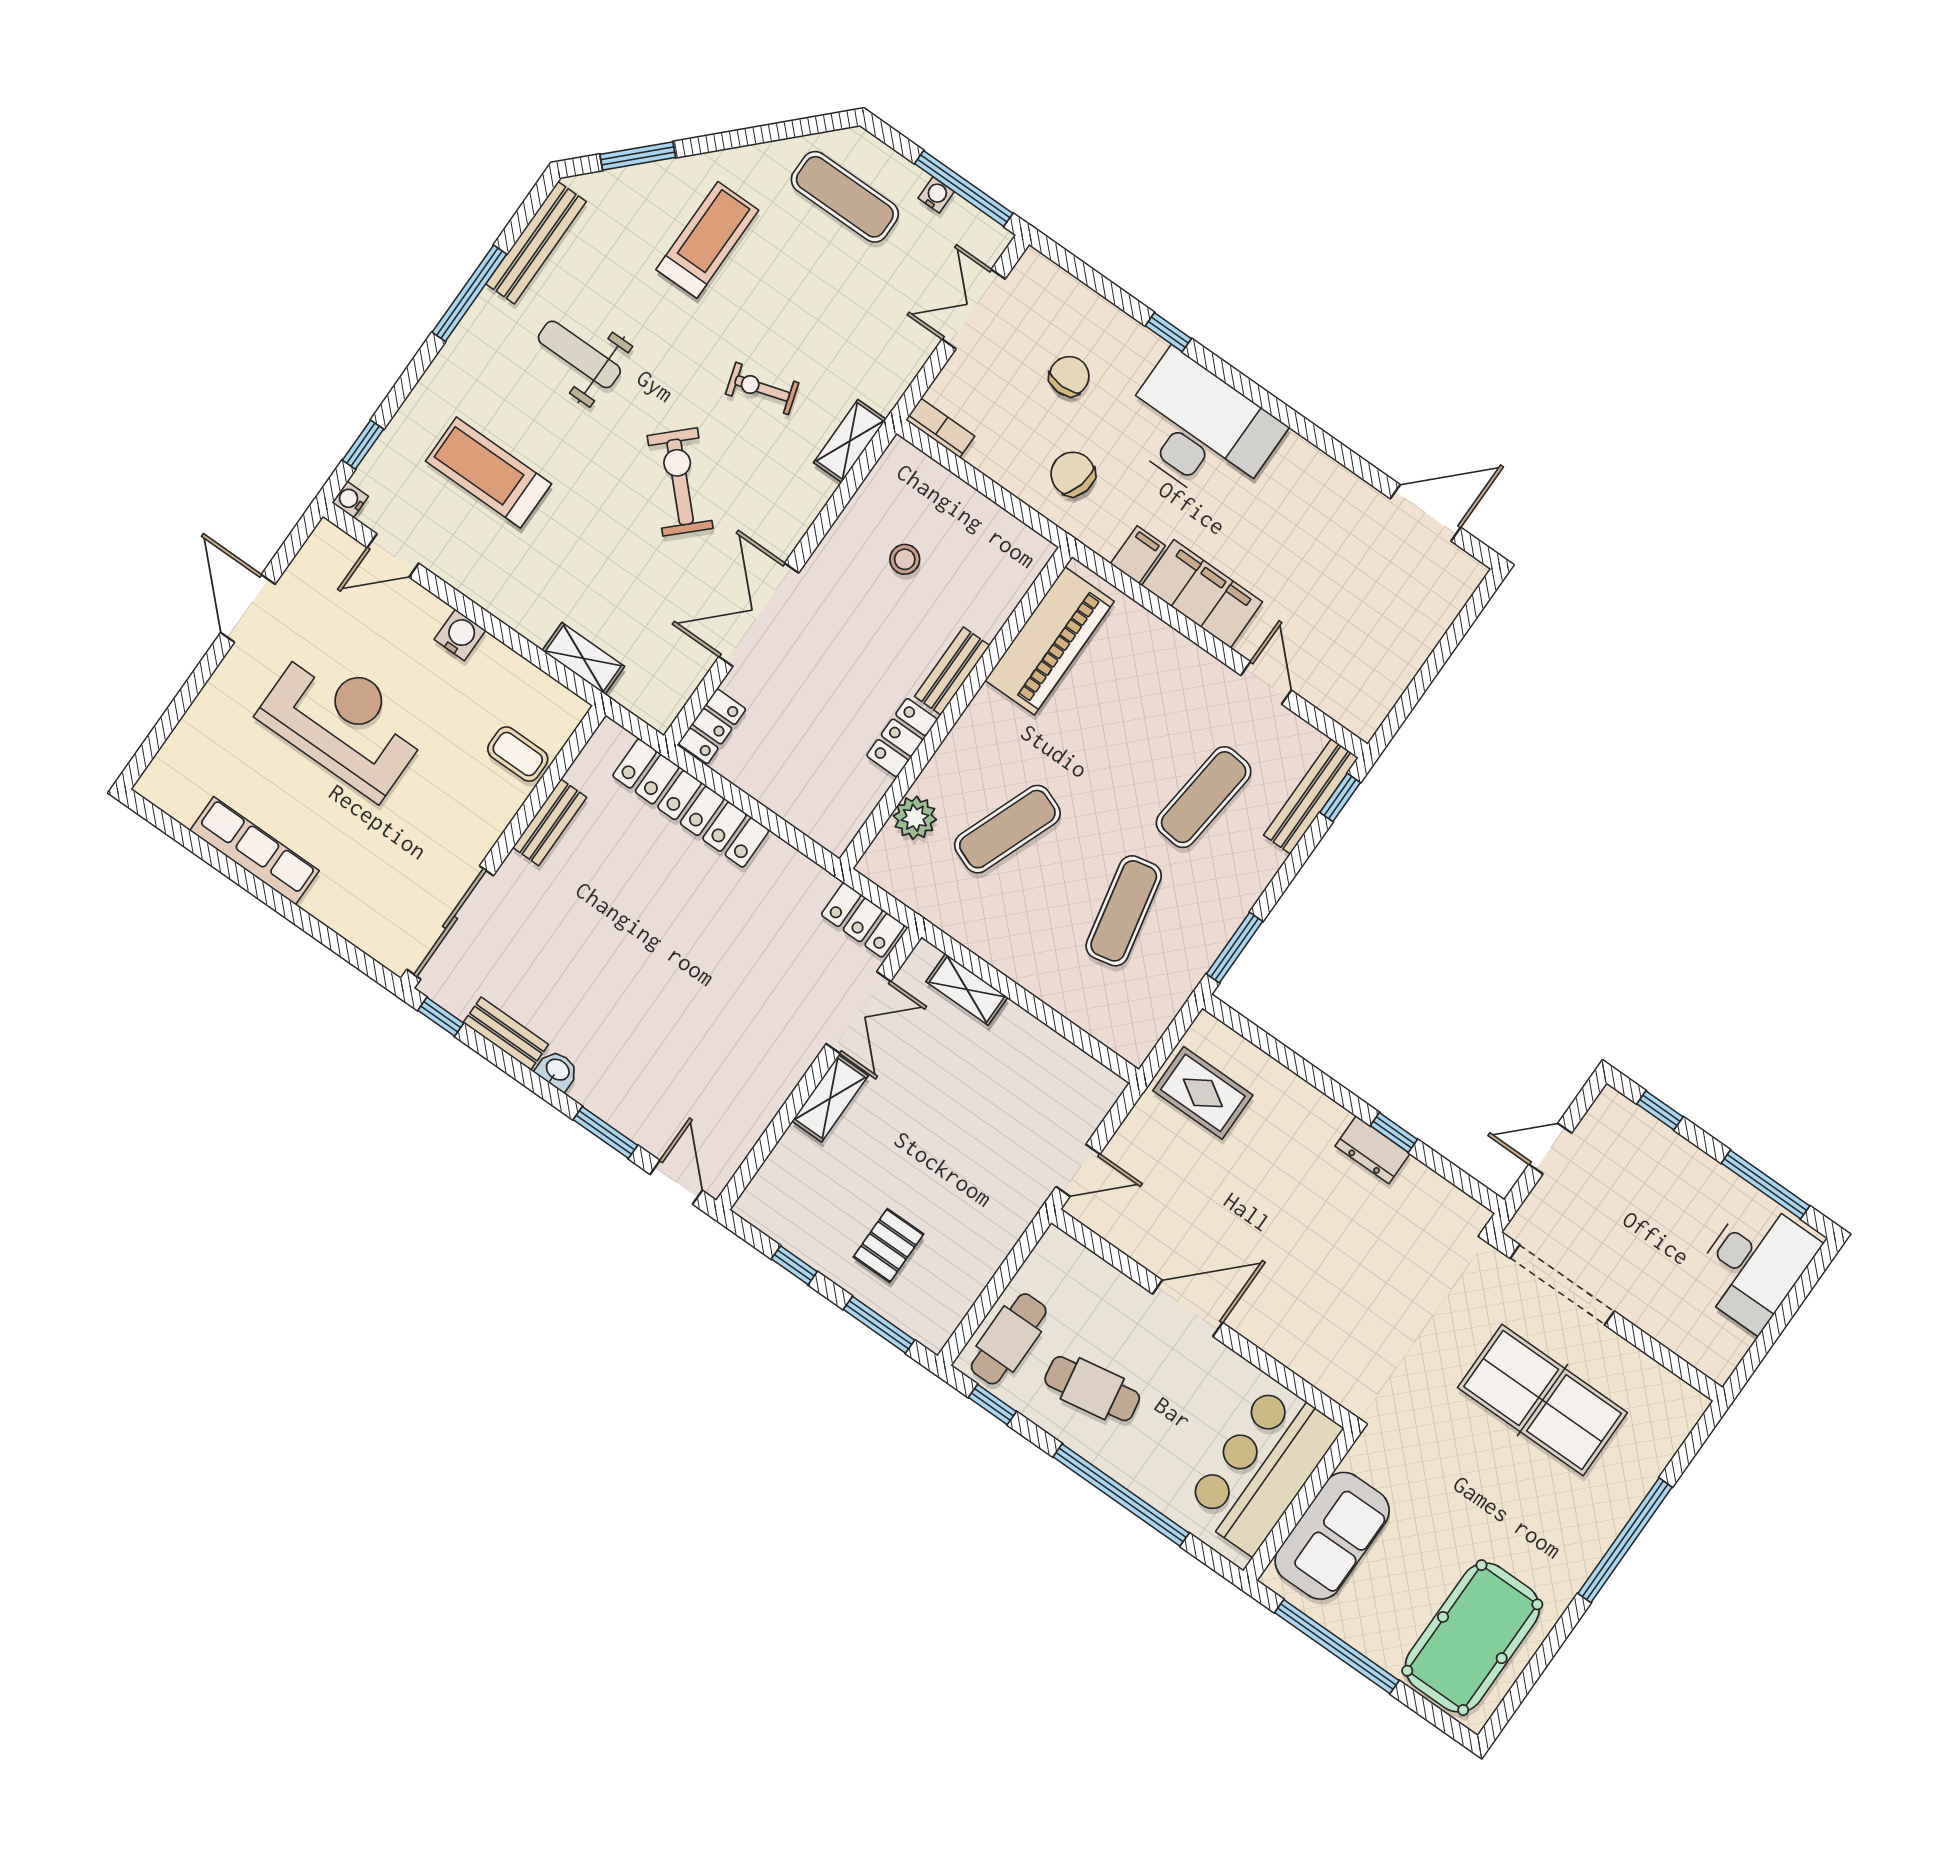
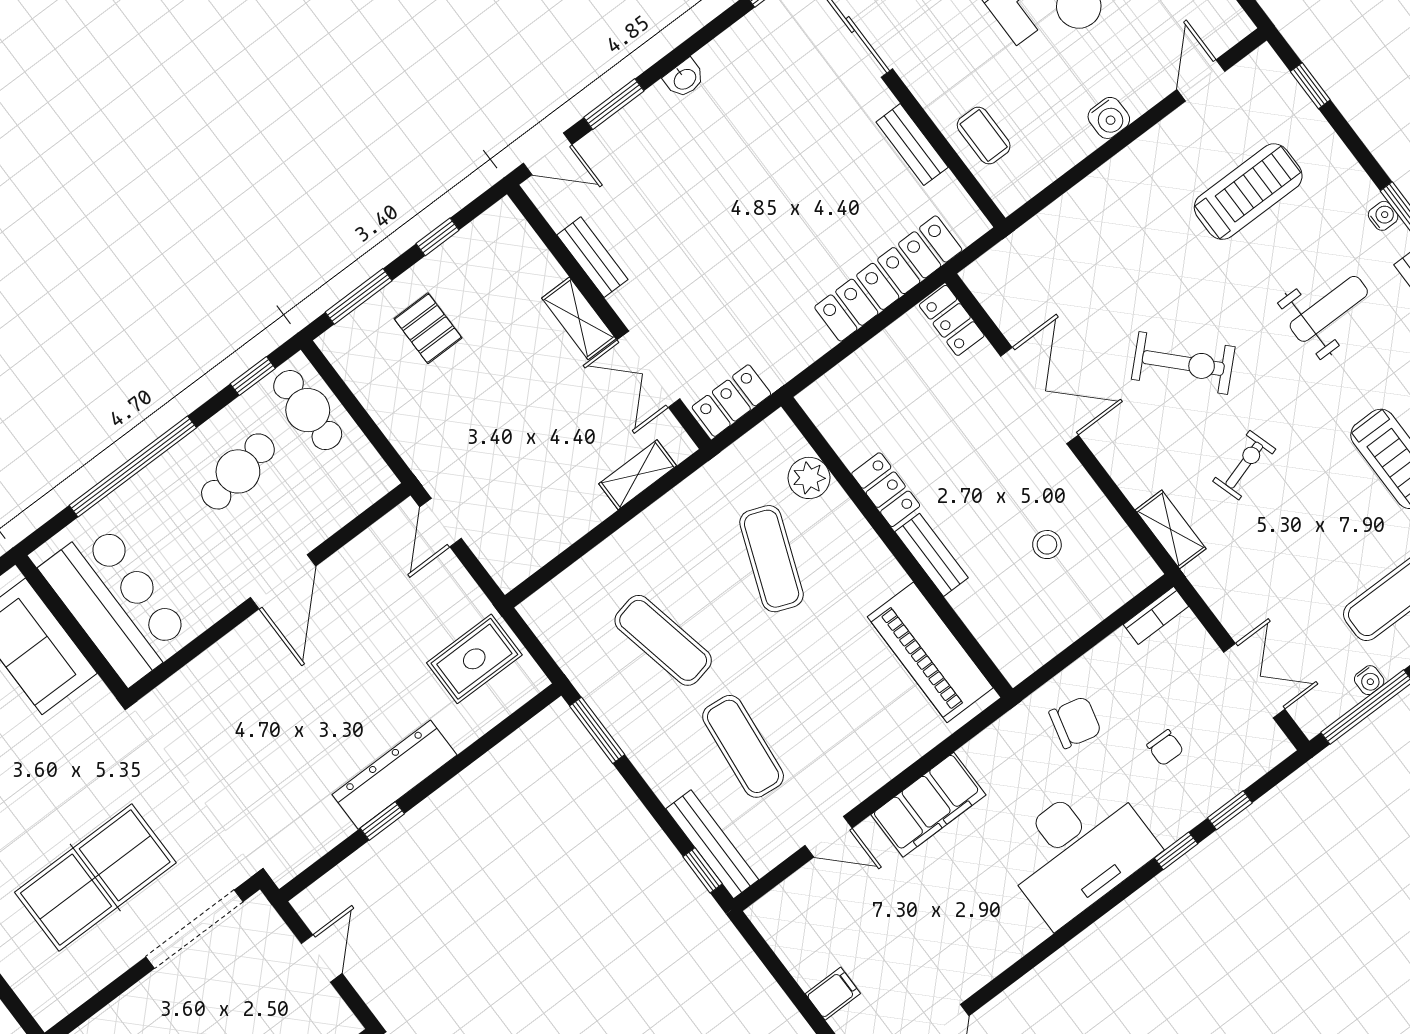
window: (1111, 292) -> (1230, 810), added
chair: (1069, 376) -> (1165, 748), width x0.73, depth x0.73
water cooler: (350, 500) -> (1383, 216), moved
filing cabinet: (1138, 555) -> (833, 994), moved, turned -90
shelving: (583, 658) -> (1051, 223), removed
coffee table: (518, 754) -> (984, 136), turned 90
bench: (506, 1034) -> (592, 257), moved, turned 90
dresser: (1372, 1150) -> (394, 775), width x1.96, depth x1.24

